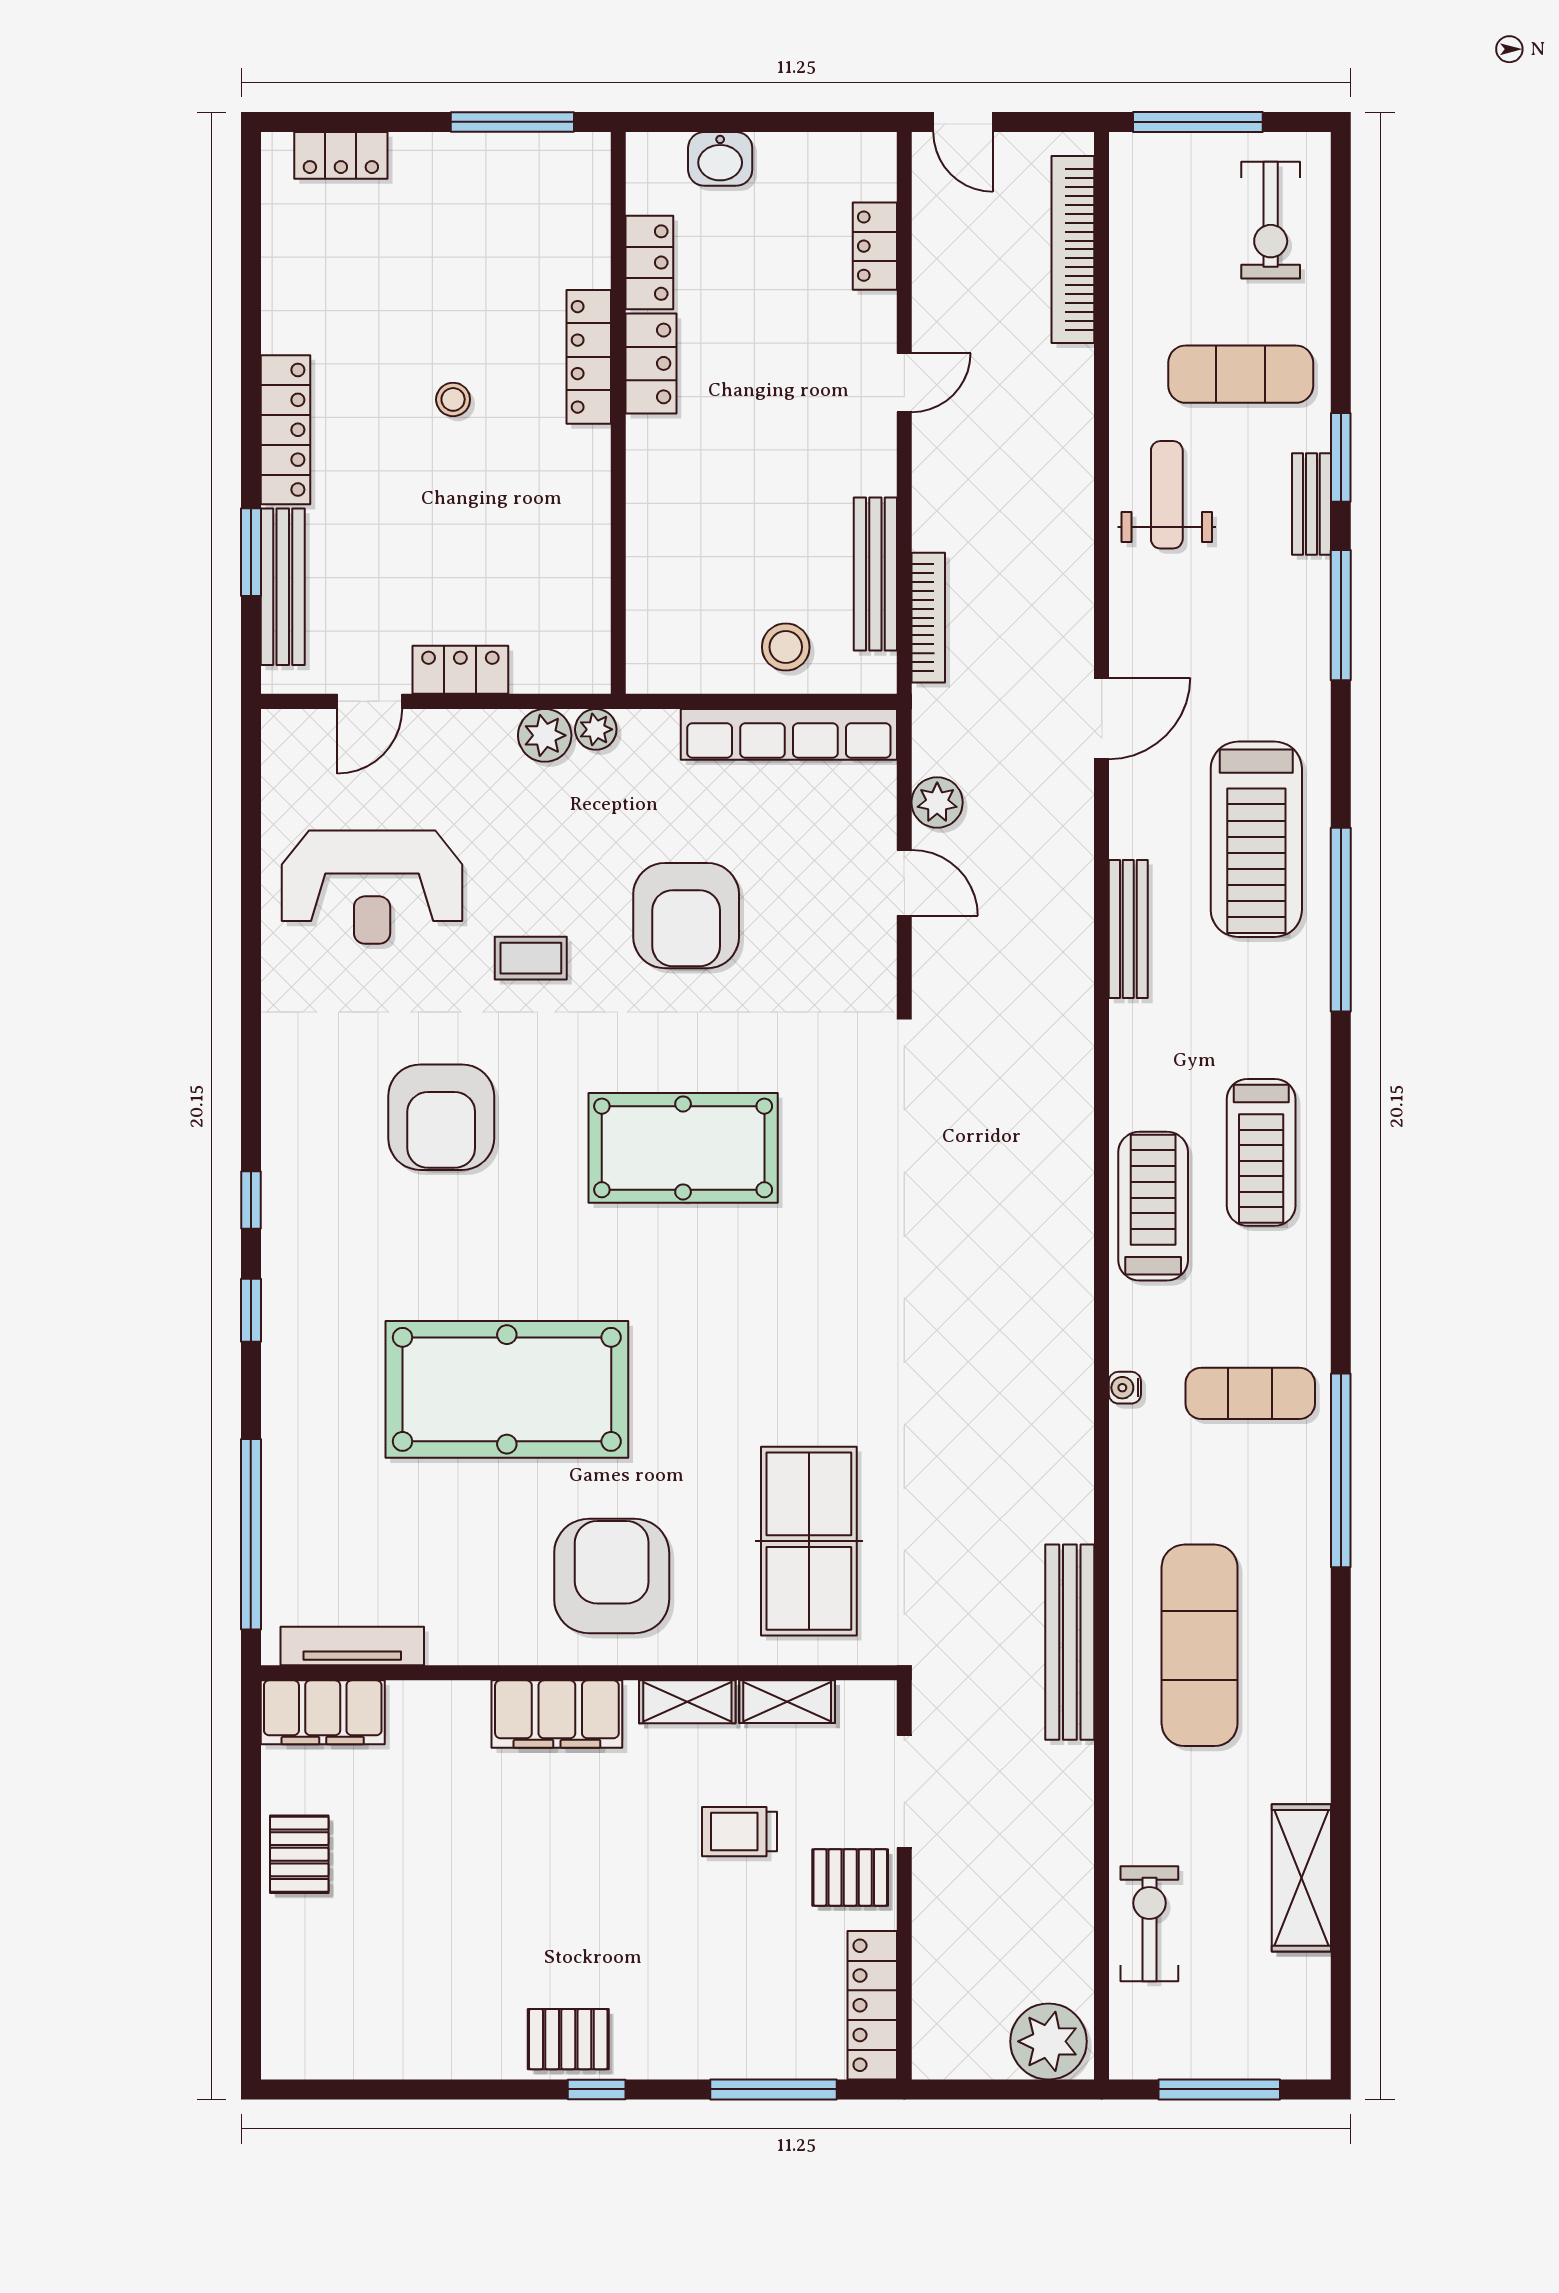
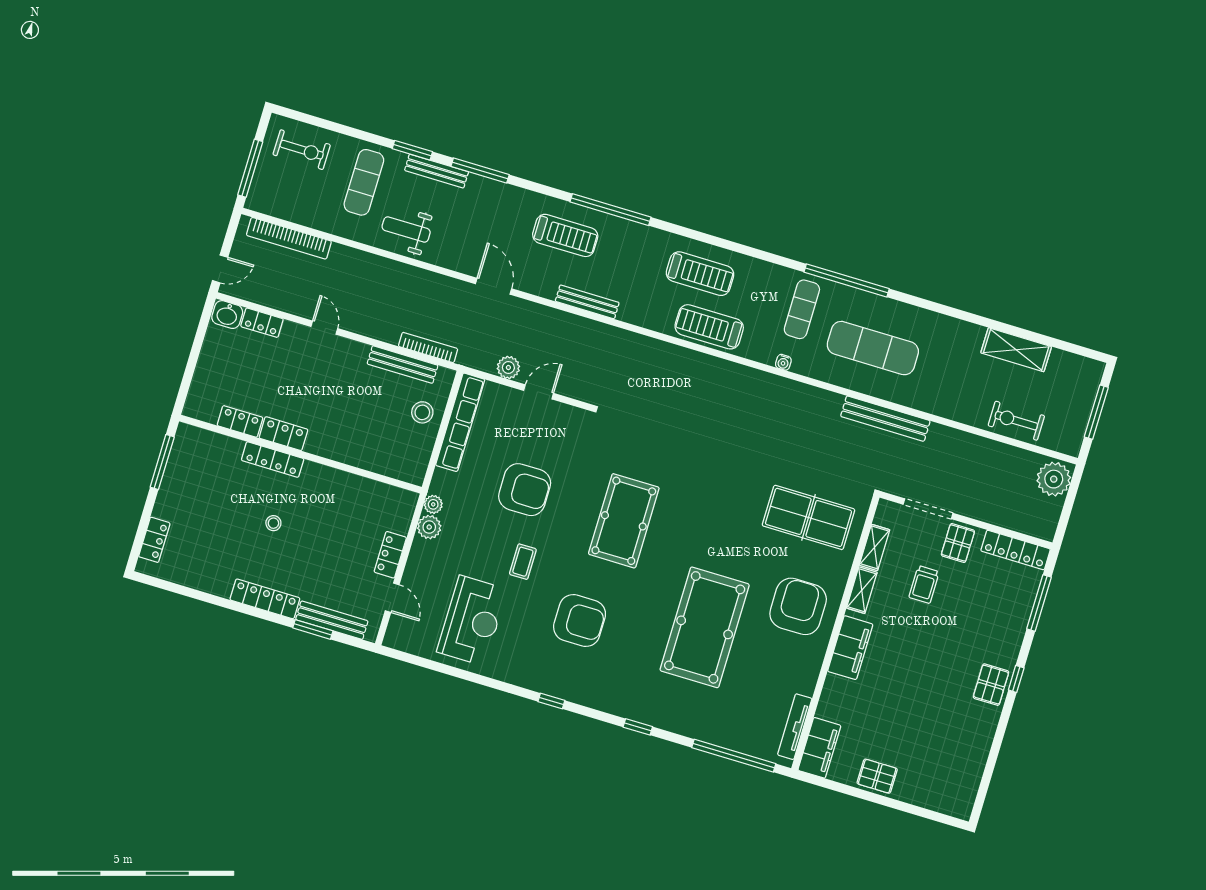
washbasin: (720, 159) -> (227, 315), moved, turned 90
bench: (1311, 504) -> (437, 171), width x1.36
treadmill: (1256, 839) -> (565, 235), width x0.73, depth x0.73
window: (251, 1200) -> (551, 701), moved
armchair: (612, 1576) -> (798, 606), turned 90
exercise mat: (1200, 1645) -> (873, 348), moved

